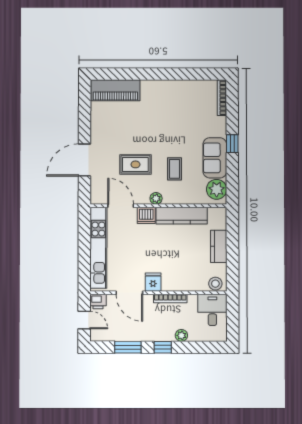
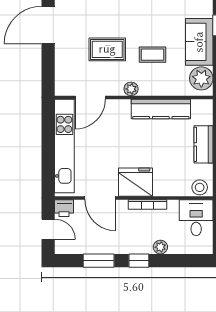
door: (84, 160) -> (48, 25), moved
coffee table: (175, 169) -> (153, 55), turned 90
door: (121, 206) -> (90, 97), swing flipped
dishwasher: (146, 215) -> (120, 109), removed
fridge: (153, 282) -> (136, 182), width x1.88, depth x1.34

